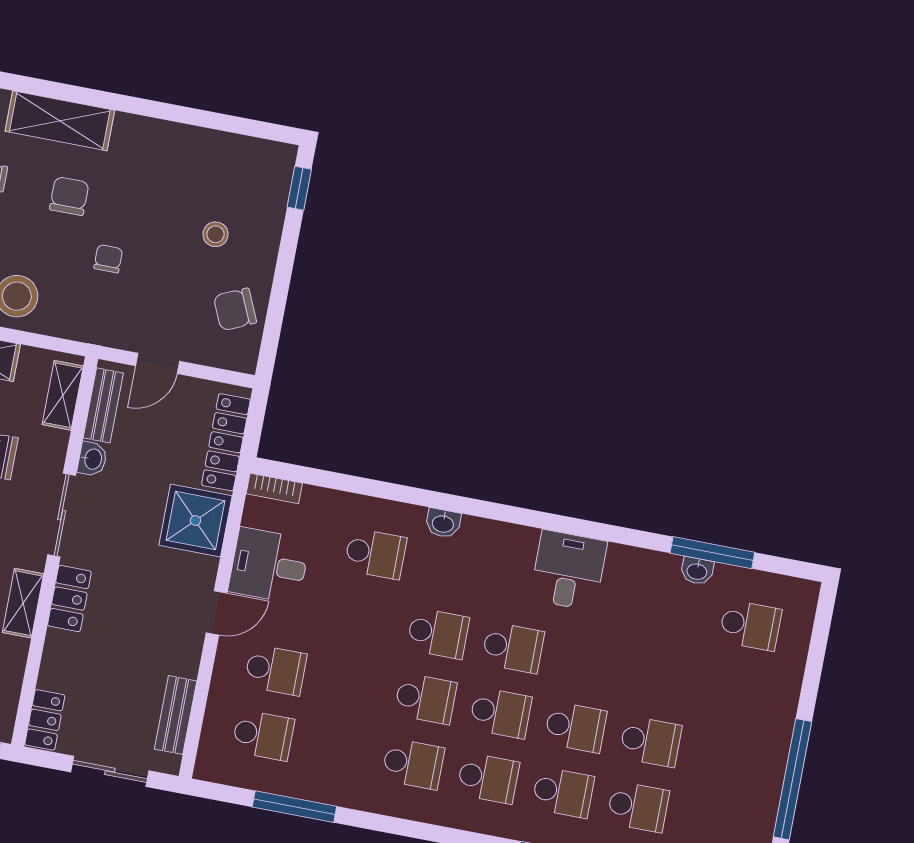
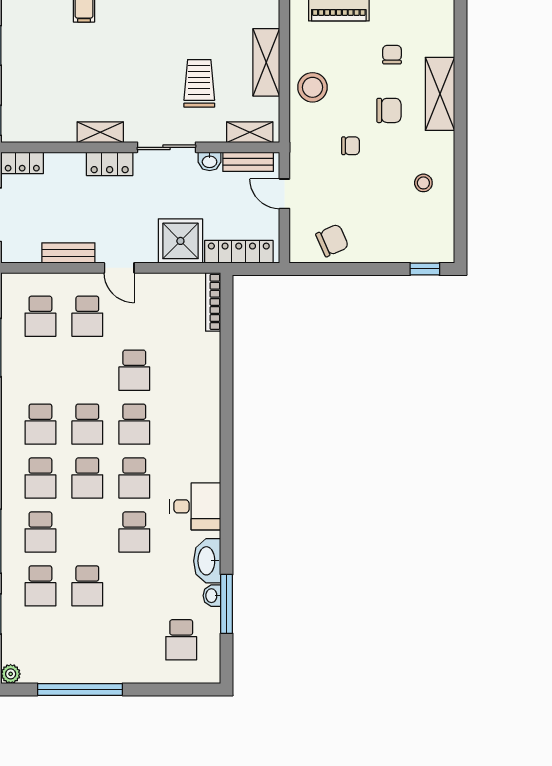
stool: (215, 234) -> (423, 183), moved
chair: (235, 309) -> (332, 240), turned 90
bookcase: (274, 488) -> (213, 302), width x1.56
washbasin: (443, 523) -> (207, 561), moved, width x1.91, depth x1.45
school desk: (375, 554) -> (134, 370), moved
desk: (269, 566) -> (159, 298), removed
bench: (176, 715) -> (68, 253), moved
school desk: (575, 727) -> (134, 532), moved

